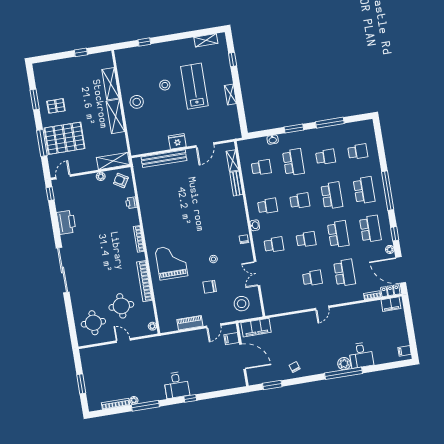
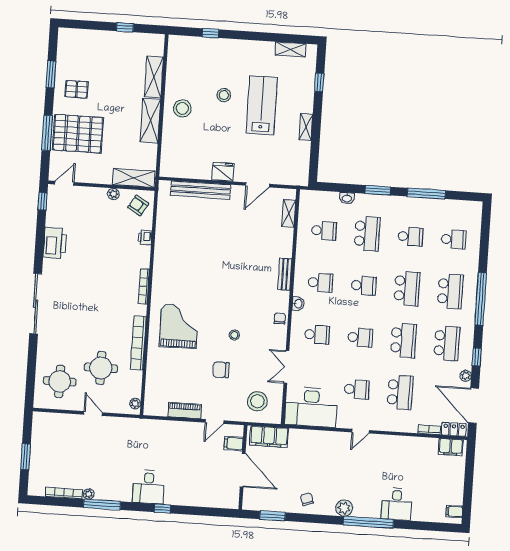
bench: (236, 183) -> (285, 274), moved
desk: (282, 299) -> (311, 407), added
plant: (344, 364) -> (344, 508), moved

